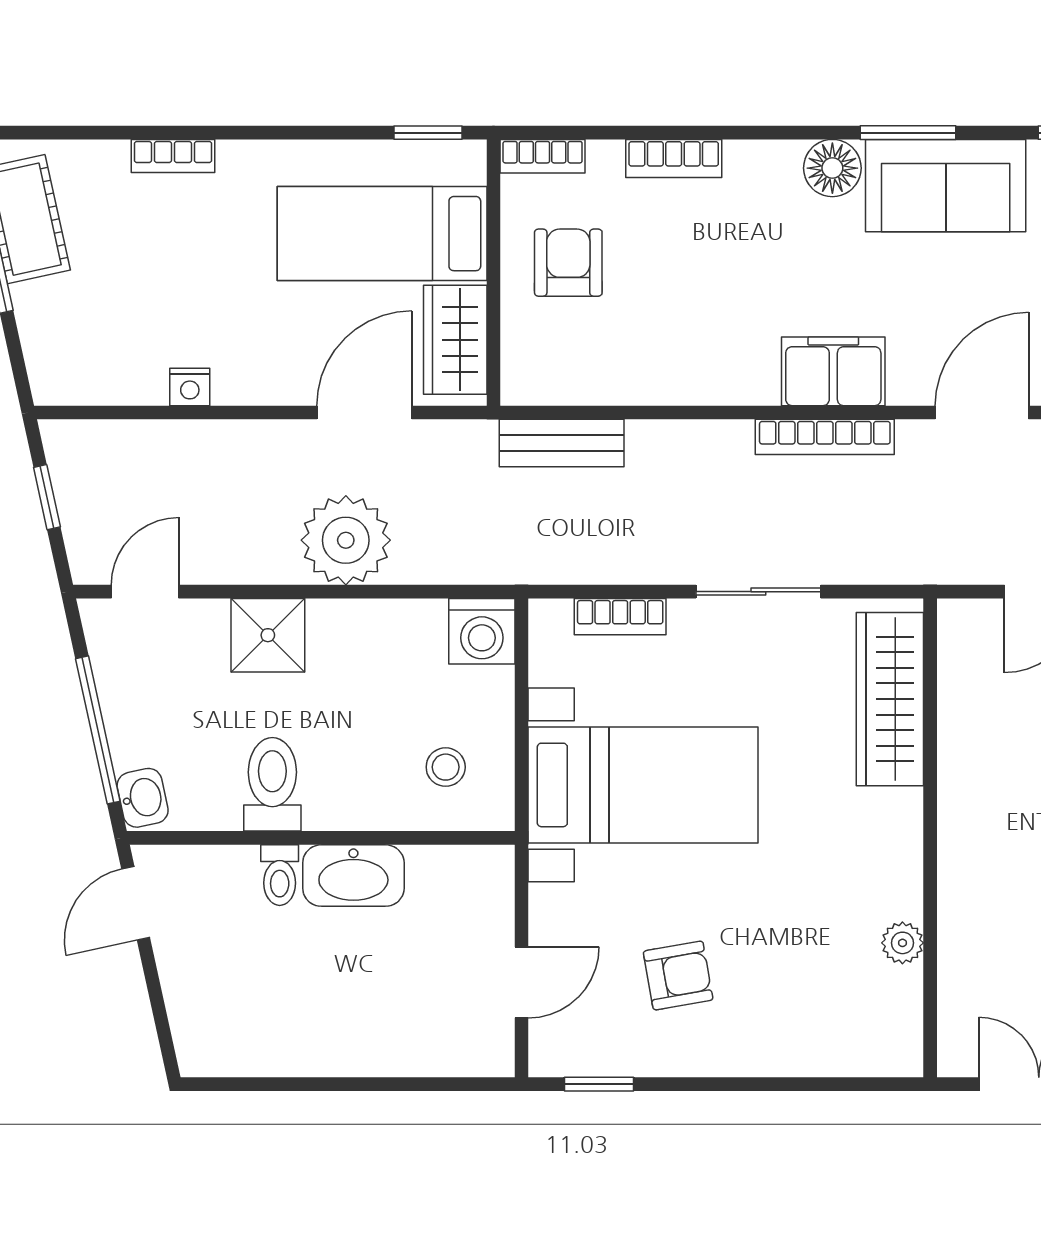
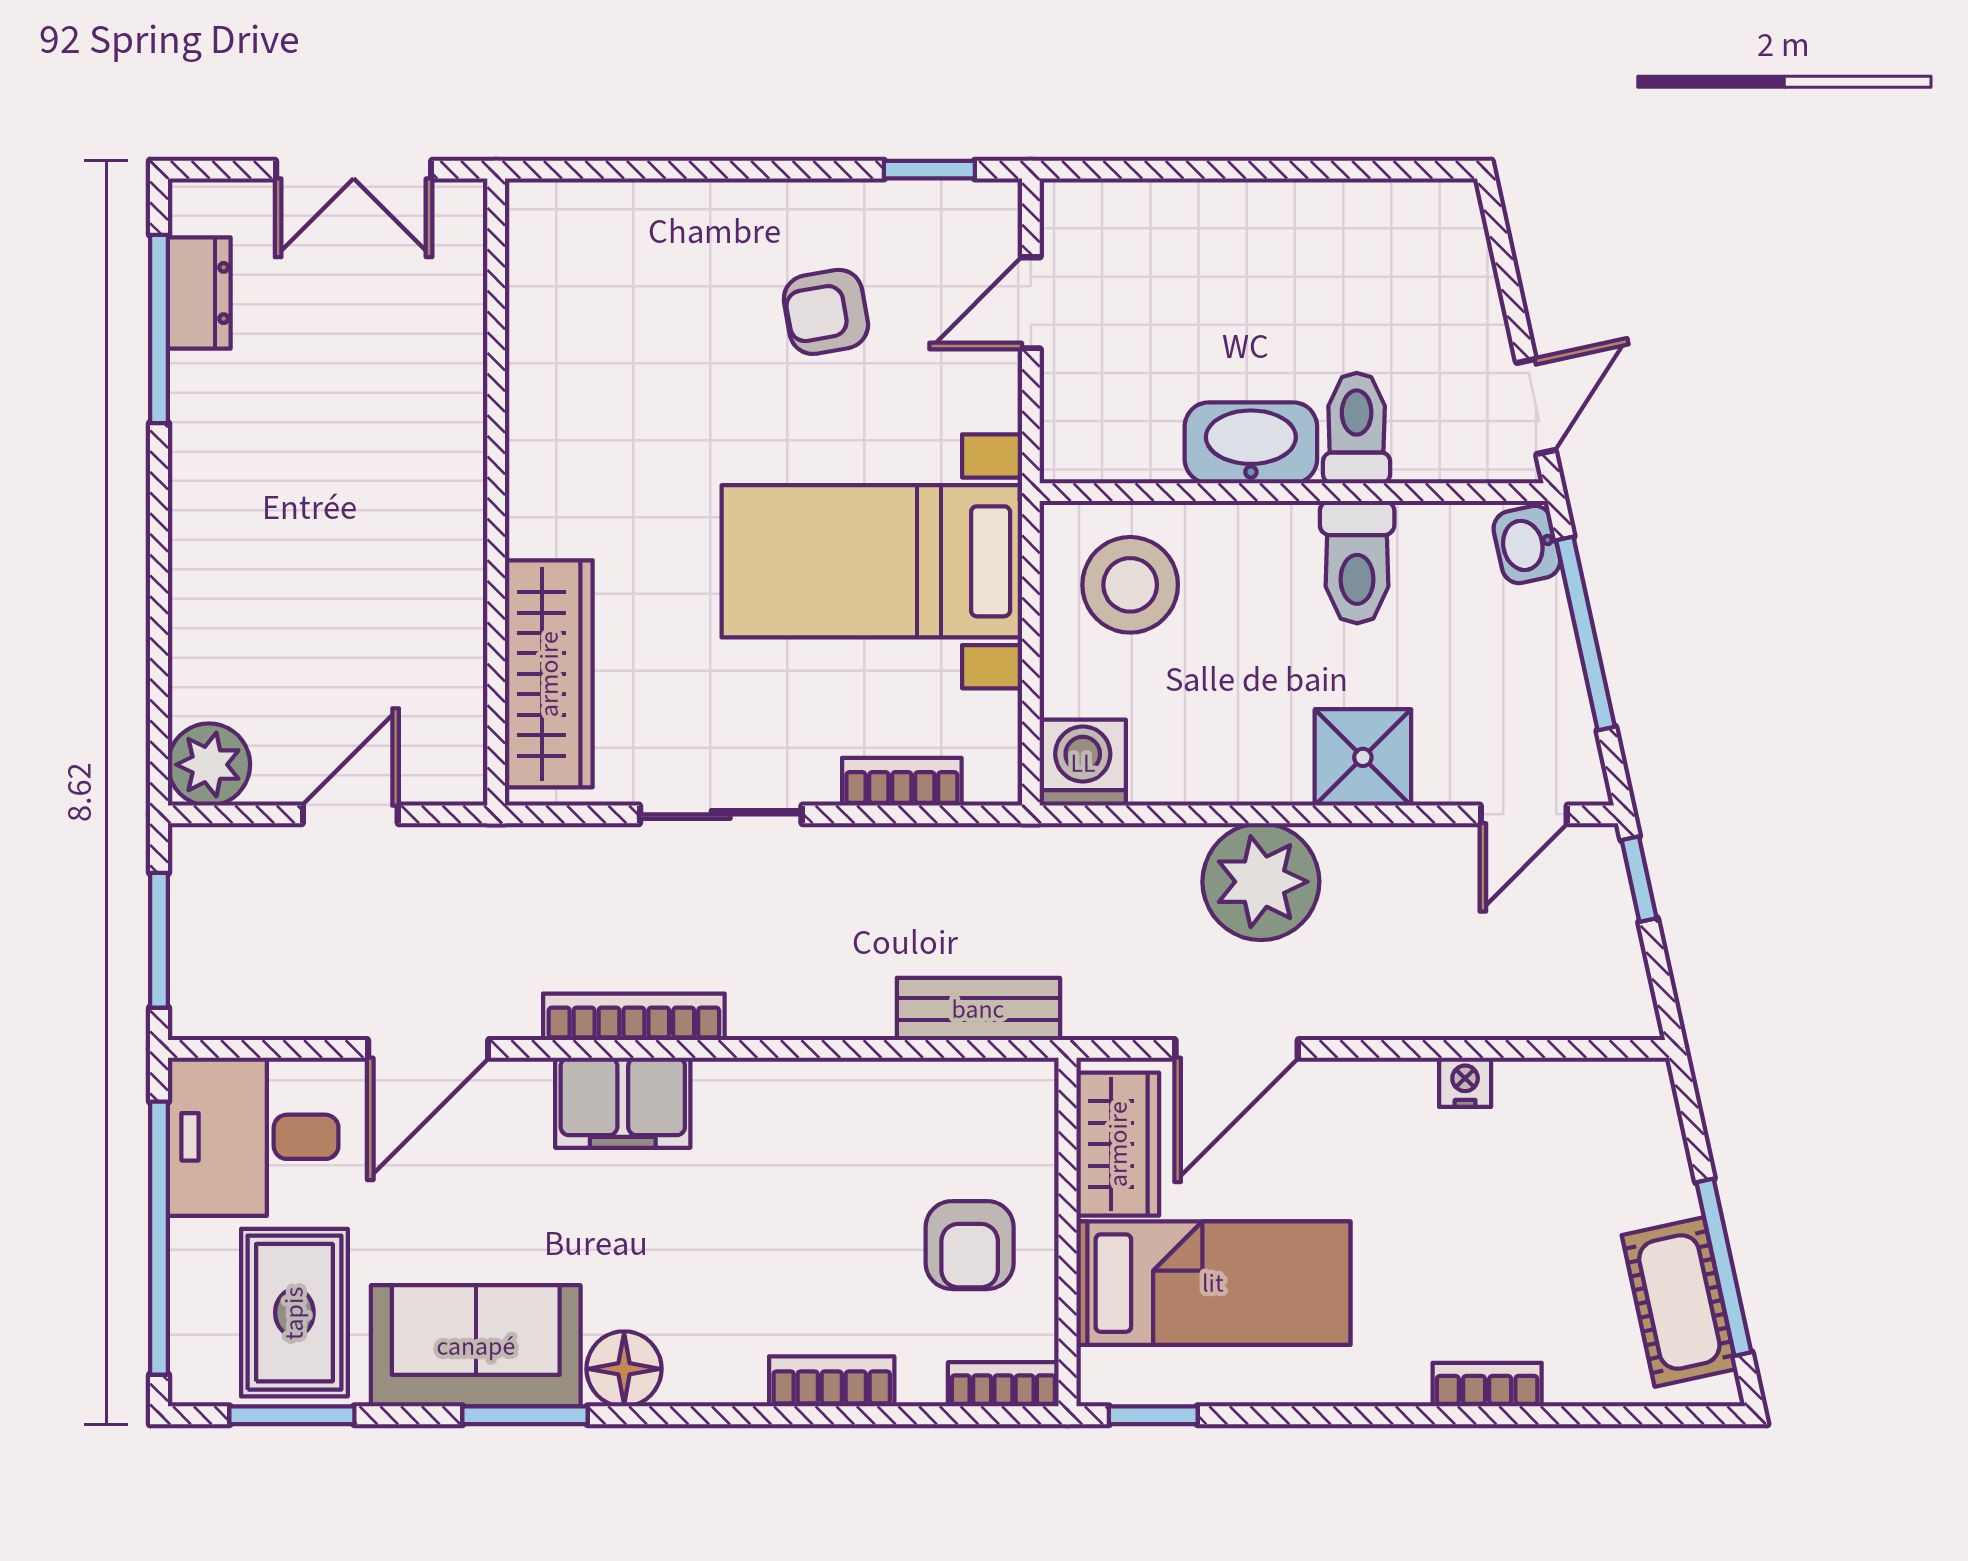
window: (47, 497) -> (1639, 879), moved
stool: (446, 767) -> (1130, 585), width x1.89, depth x1.89
toilet: (280, 875) -> (1357, 428), width x1.37, depth x1.39
plant: (902, 943) -> (532, 355), removed

